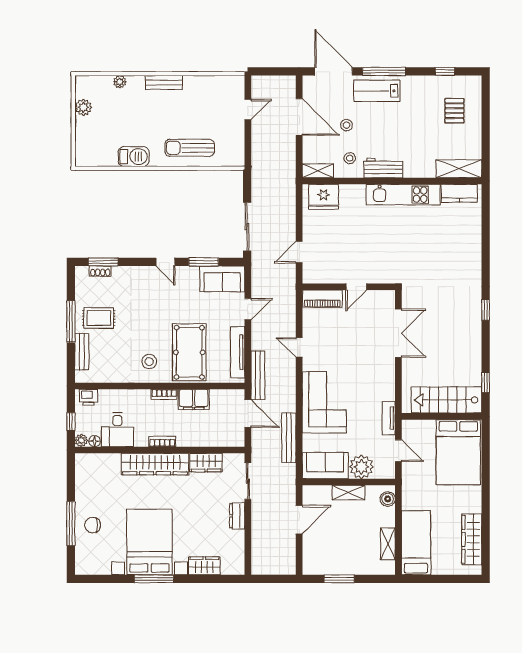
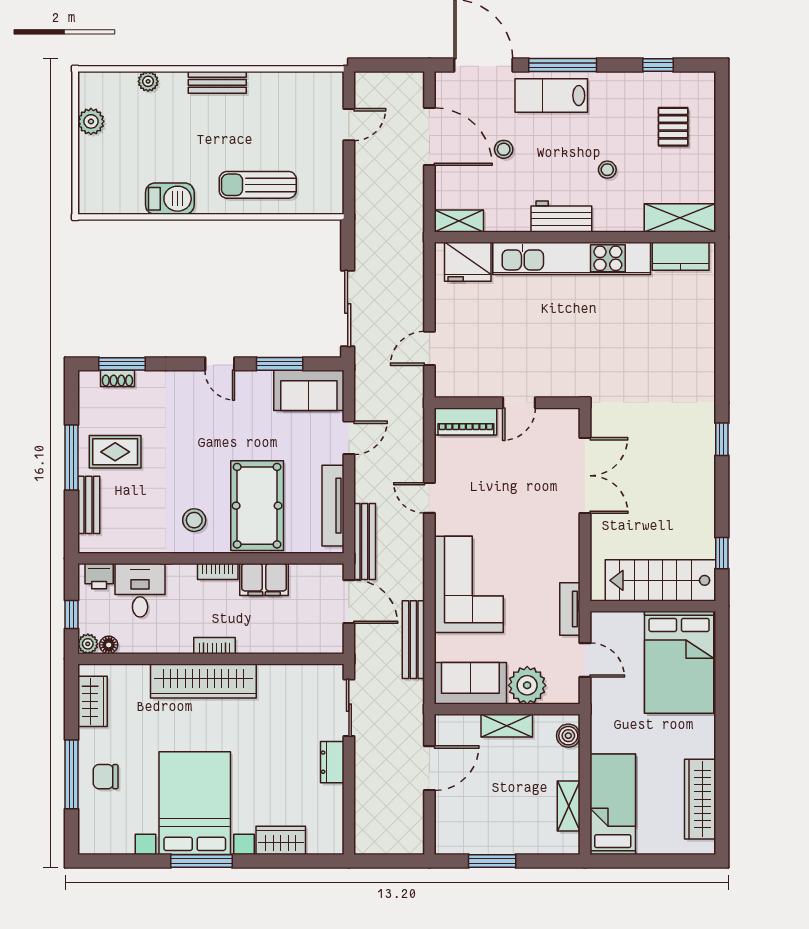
stool: (350, 158) -> (607, 170), moved
kitchen unit: (403, 195) -> (572, 258), width x1.36
desk: (117, 430) -> (140, 590), moved, turned 180
wardrobe: (206, 463) -> (92, 701), moved, turned -90

